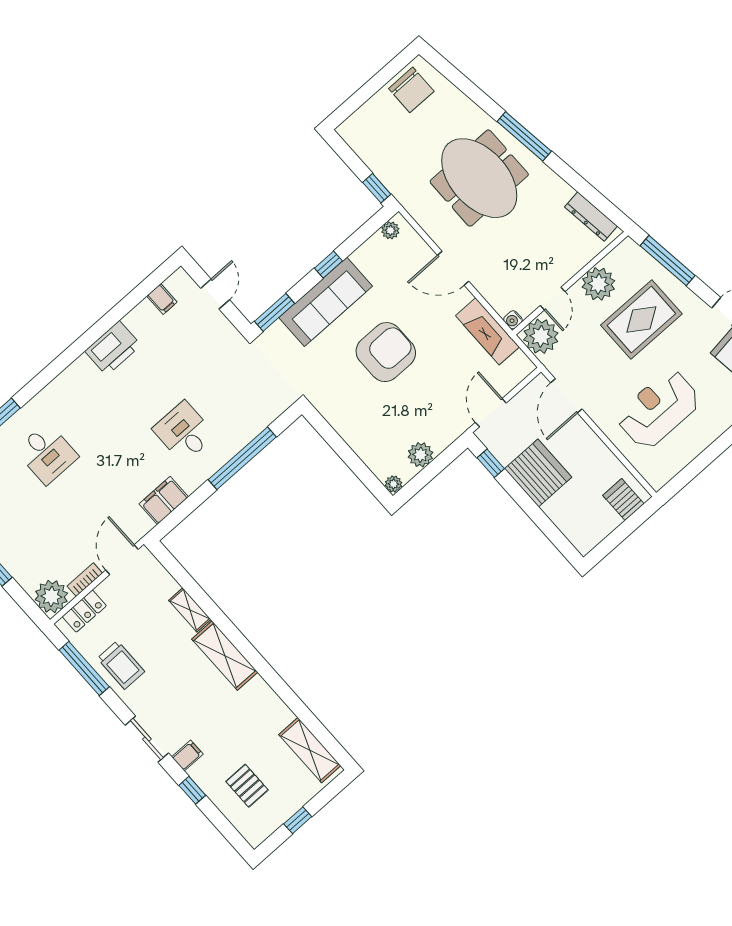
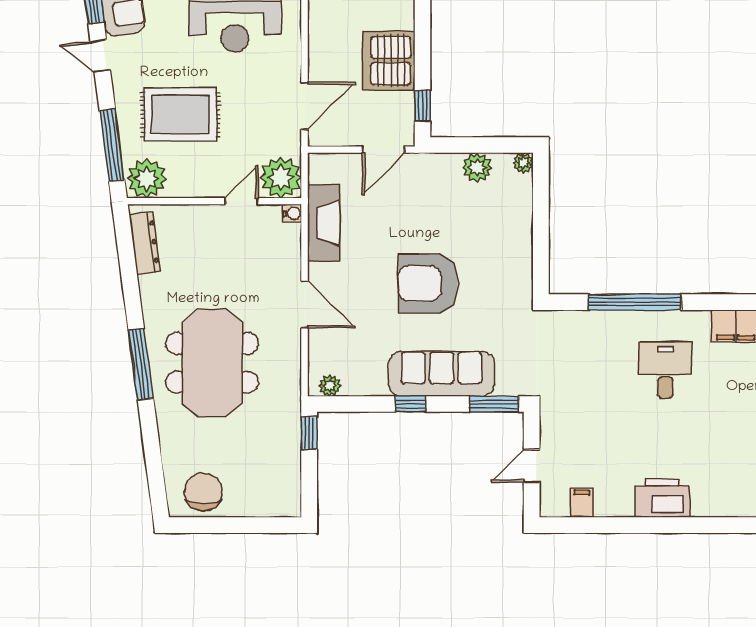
plant: (598, 284) -> (147, 178), moved
desk: (184, 432) -> (665, 370), turned 180

